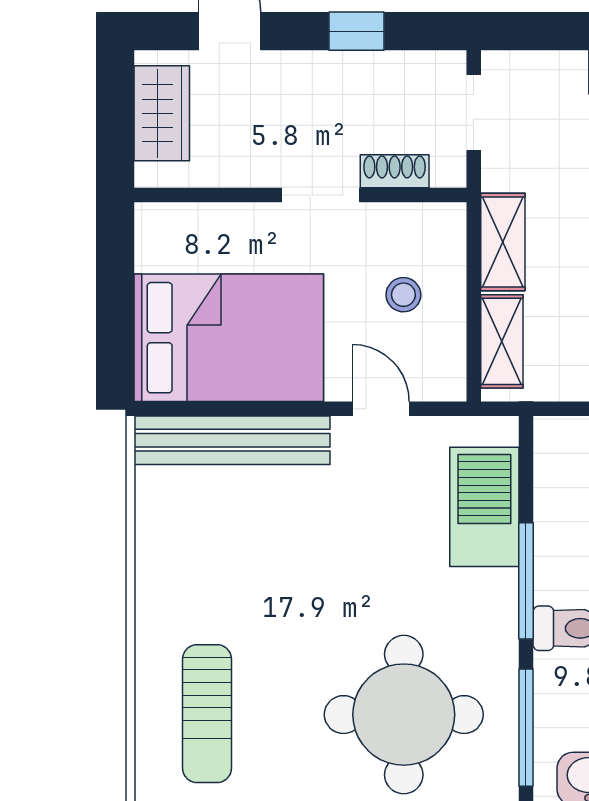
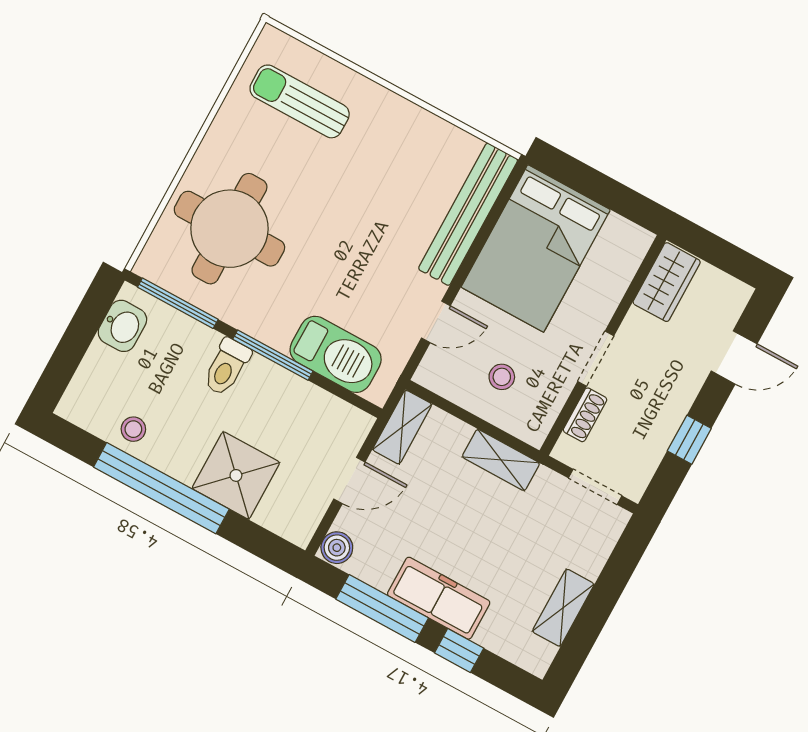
wardrobe: (162, 113) -> (667, 282), moved, turned -90
shelving: (502, 341) -> (402, 427), moved, turned 90

